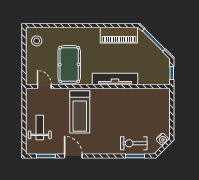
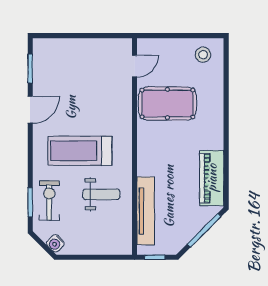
tv unit: (115, 79) -> (146, 211), moved
treadmill: (80, 112) -> (80, 151), moved
weight bench: (40, 127) -> (101, 194), moved

